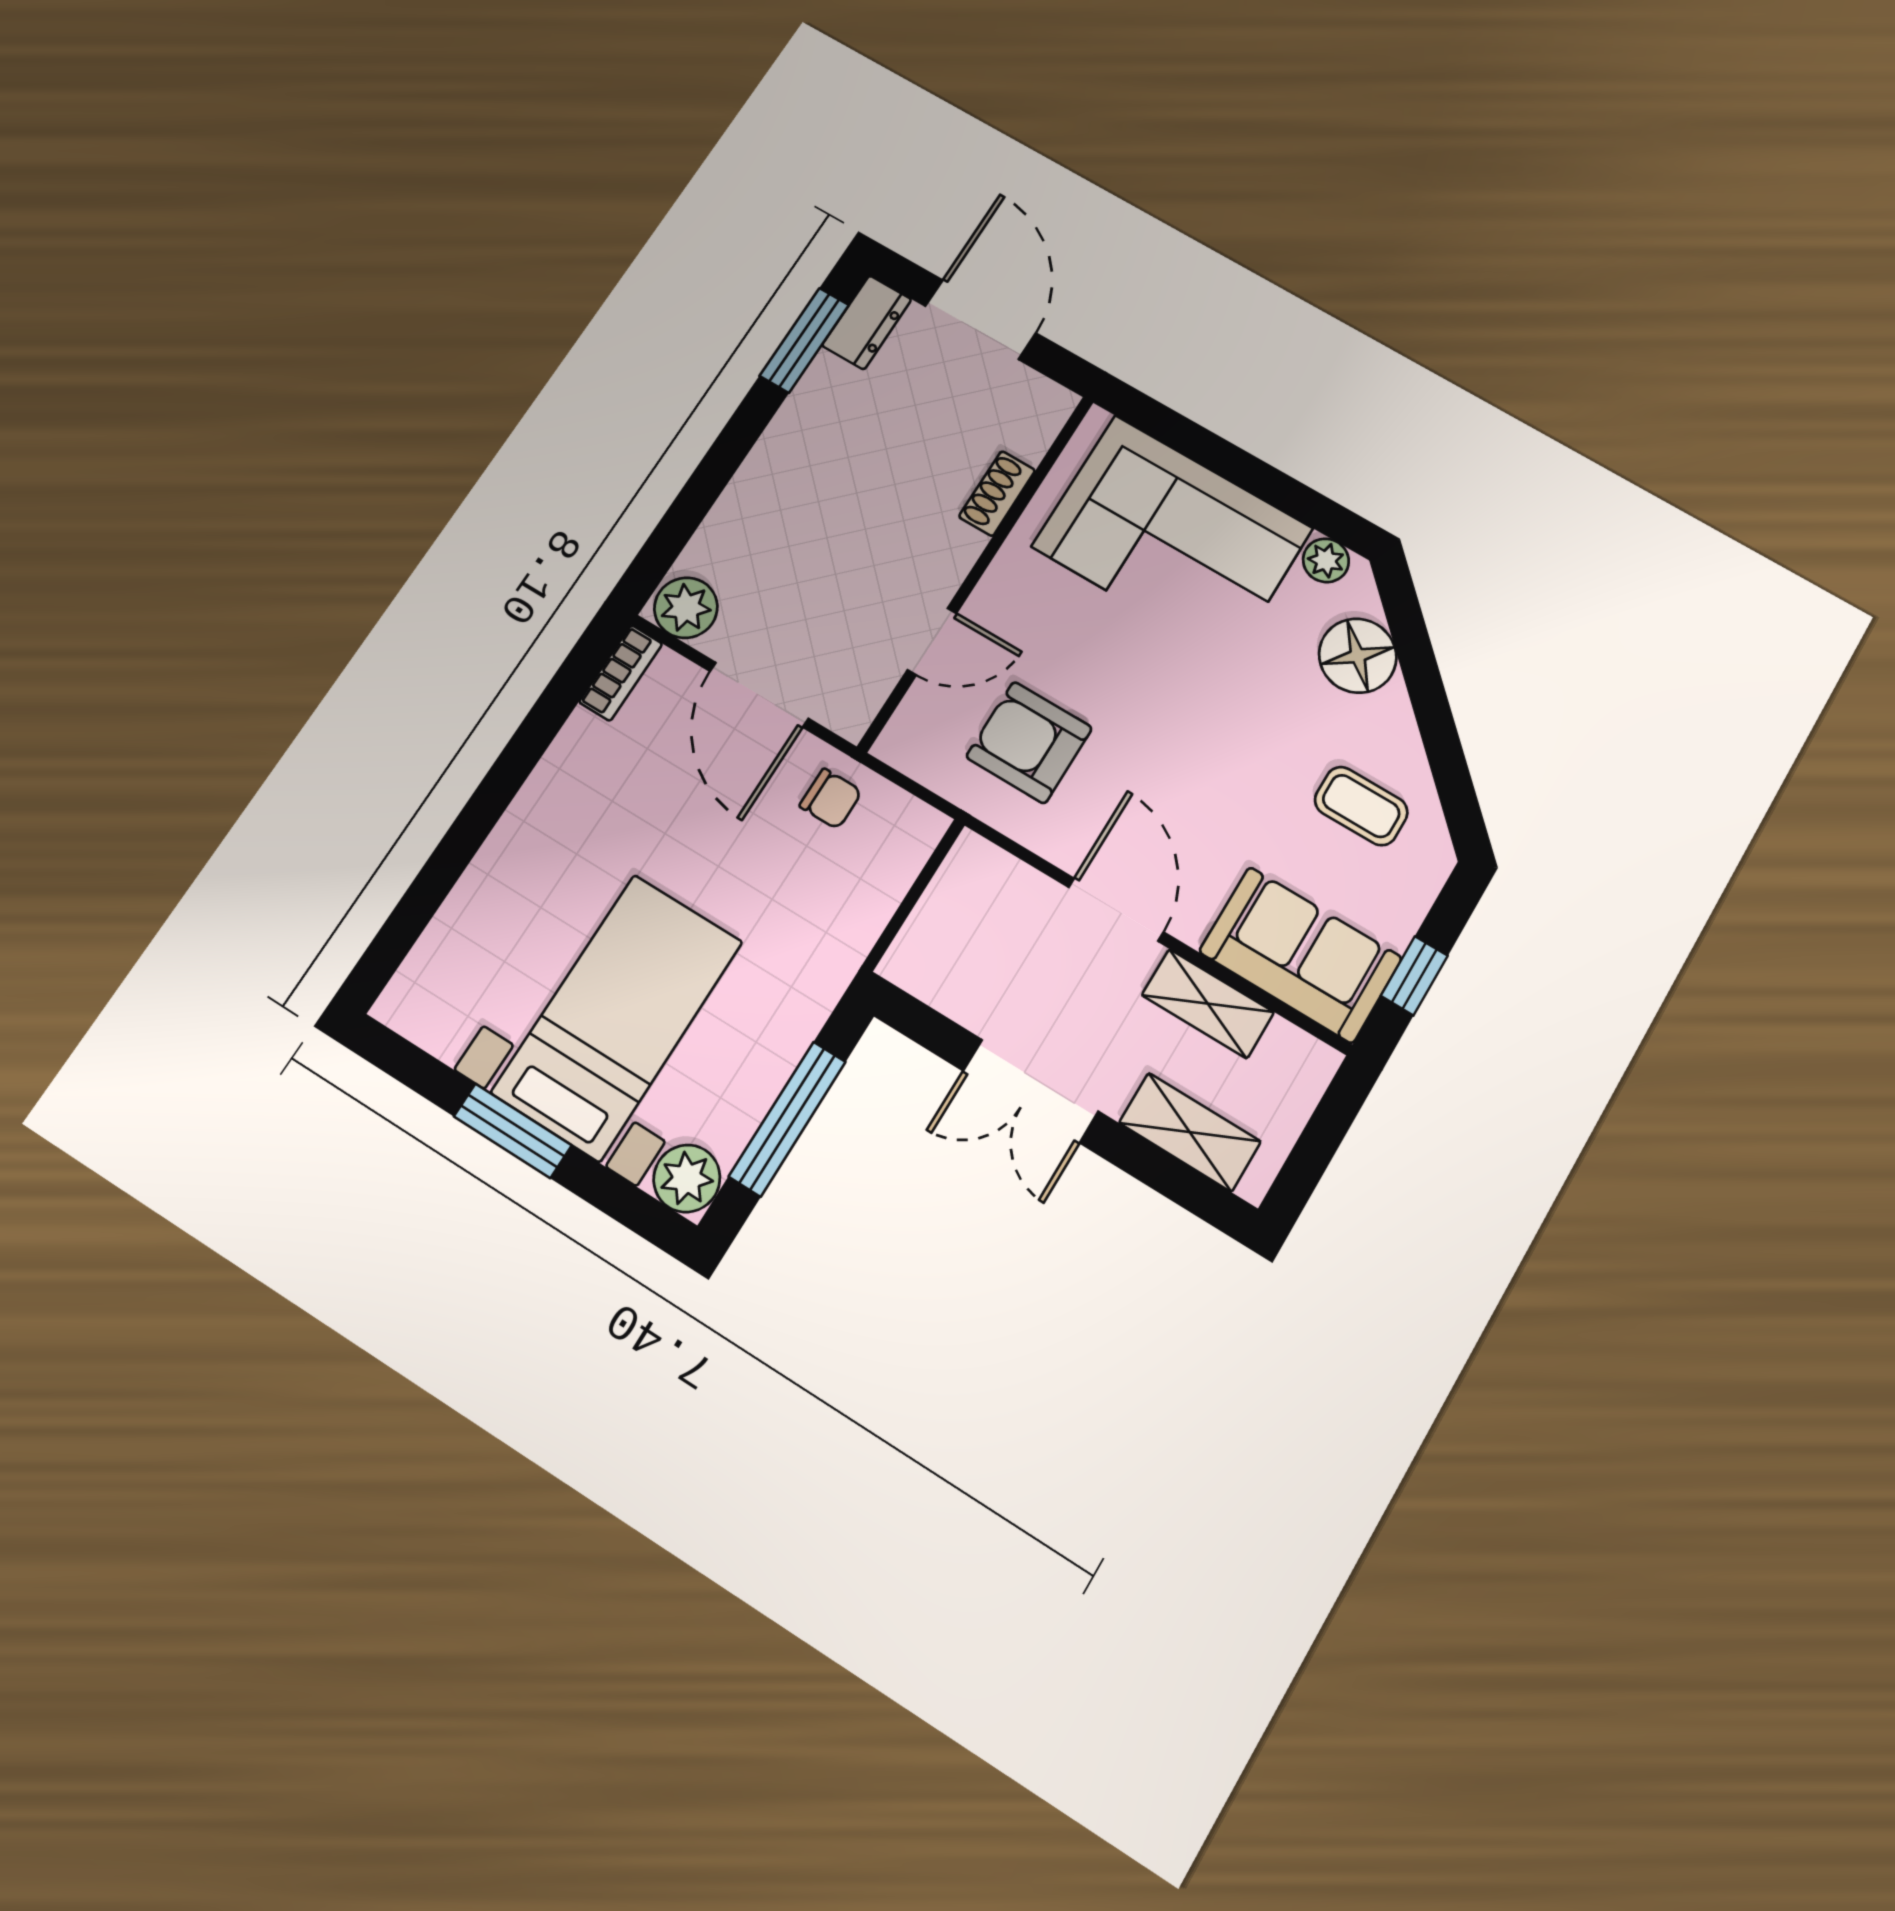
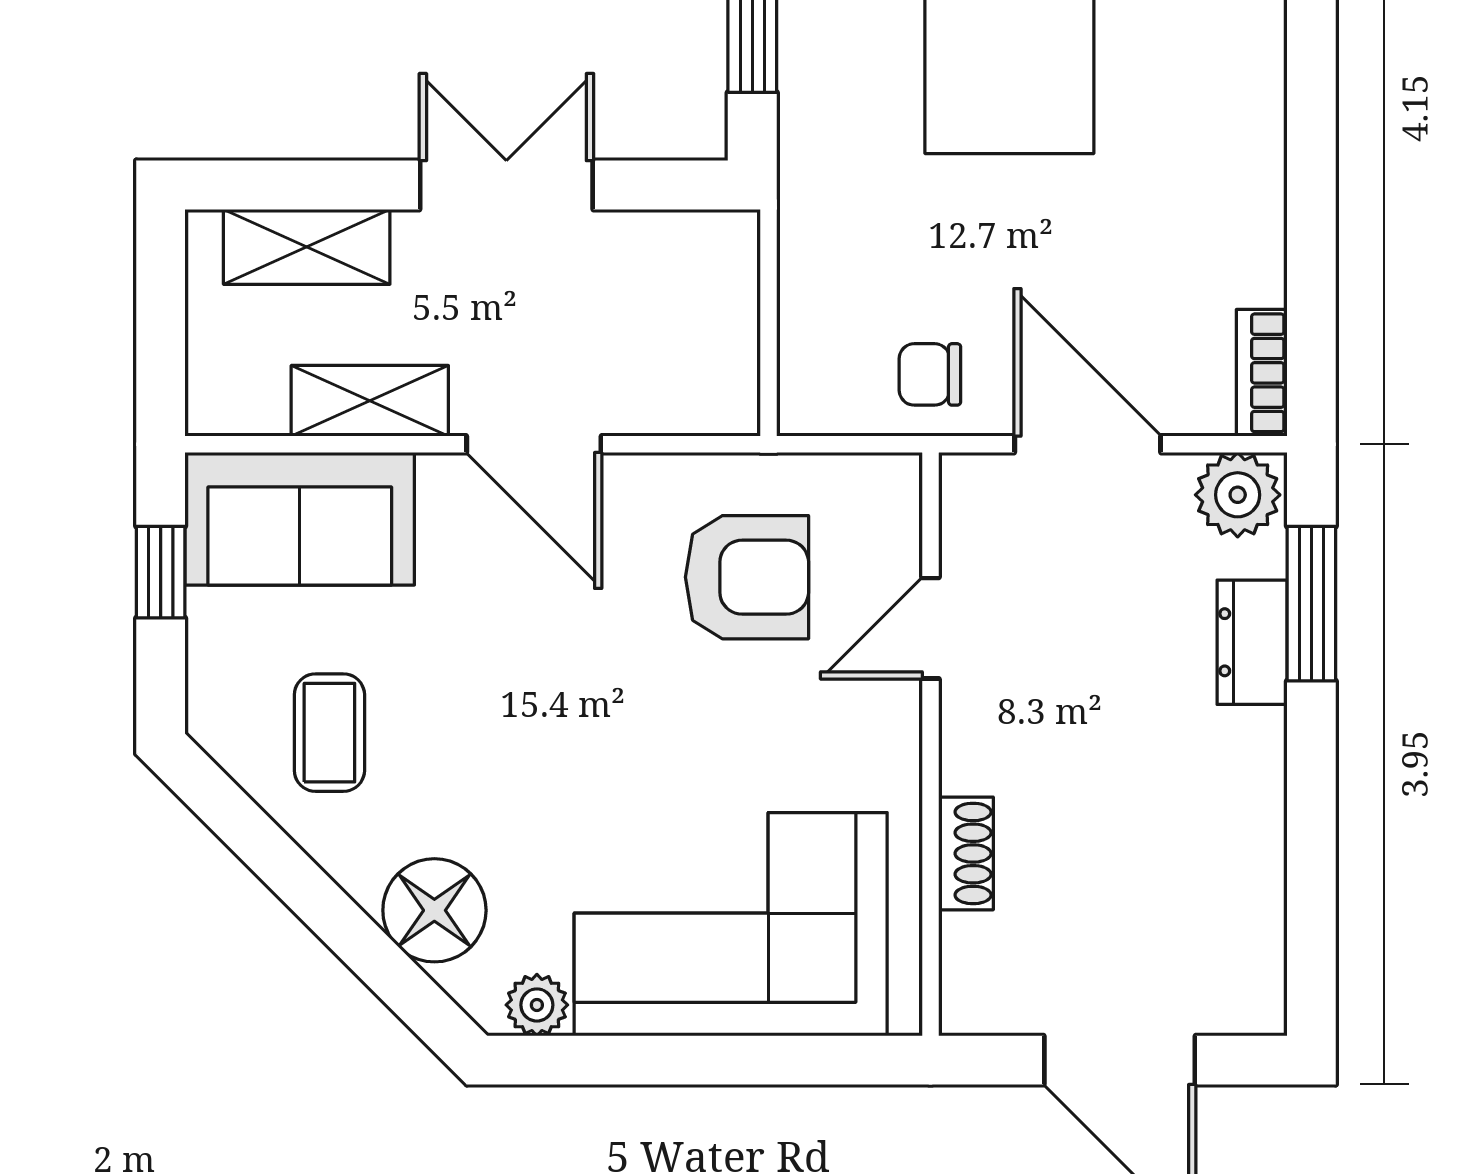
dresser: (867, 322) -> (1252, 642), moved
window: (804, 340) -> (1311, 604), moved
coffee table: (1361, 806) -> (329, 733), turned 90

